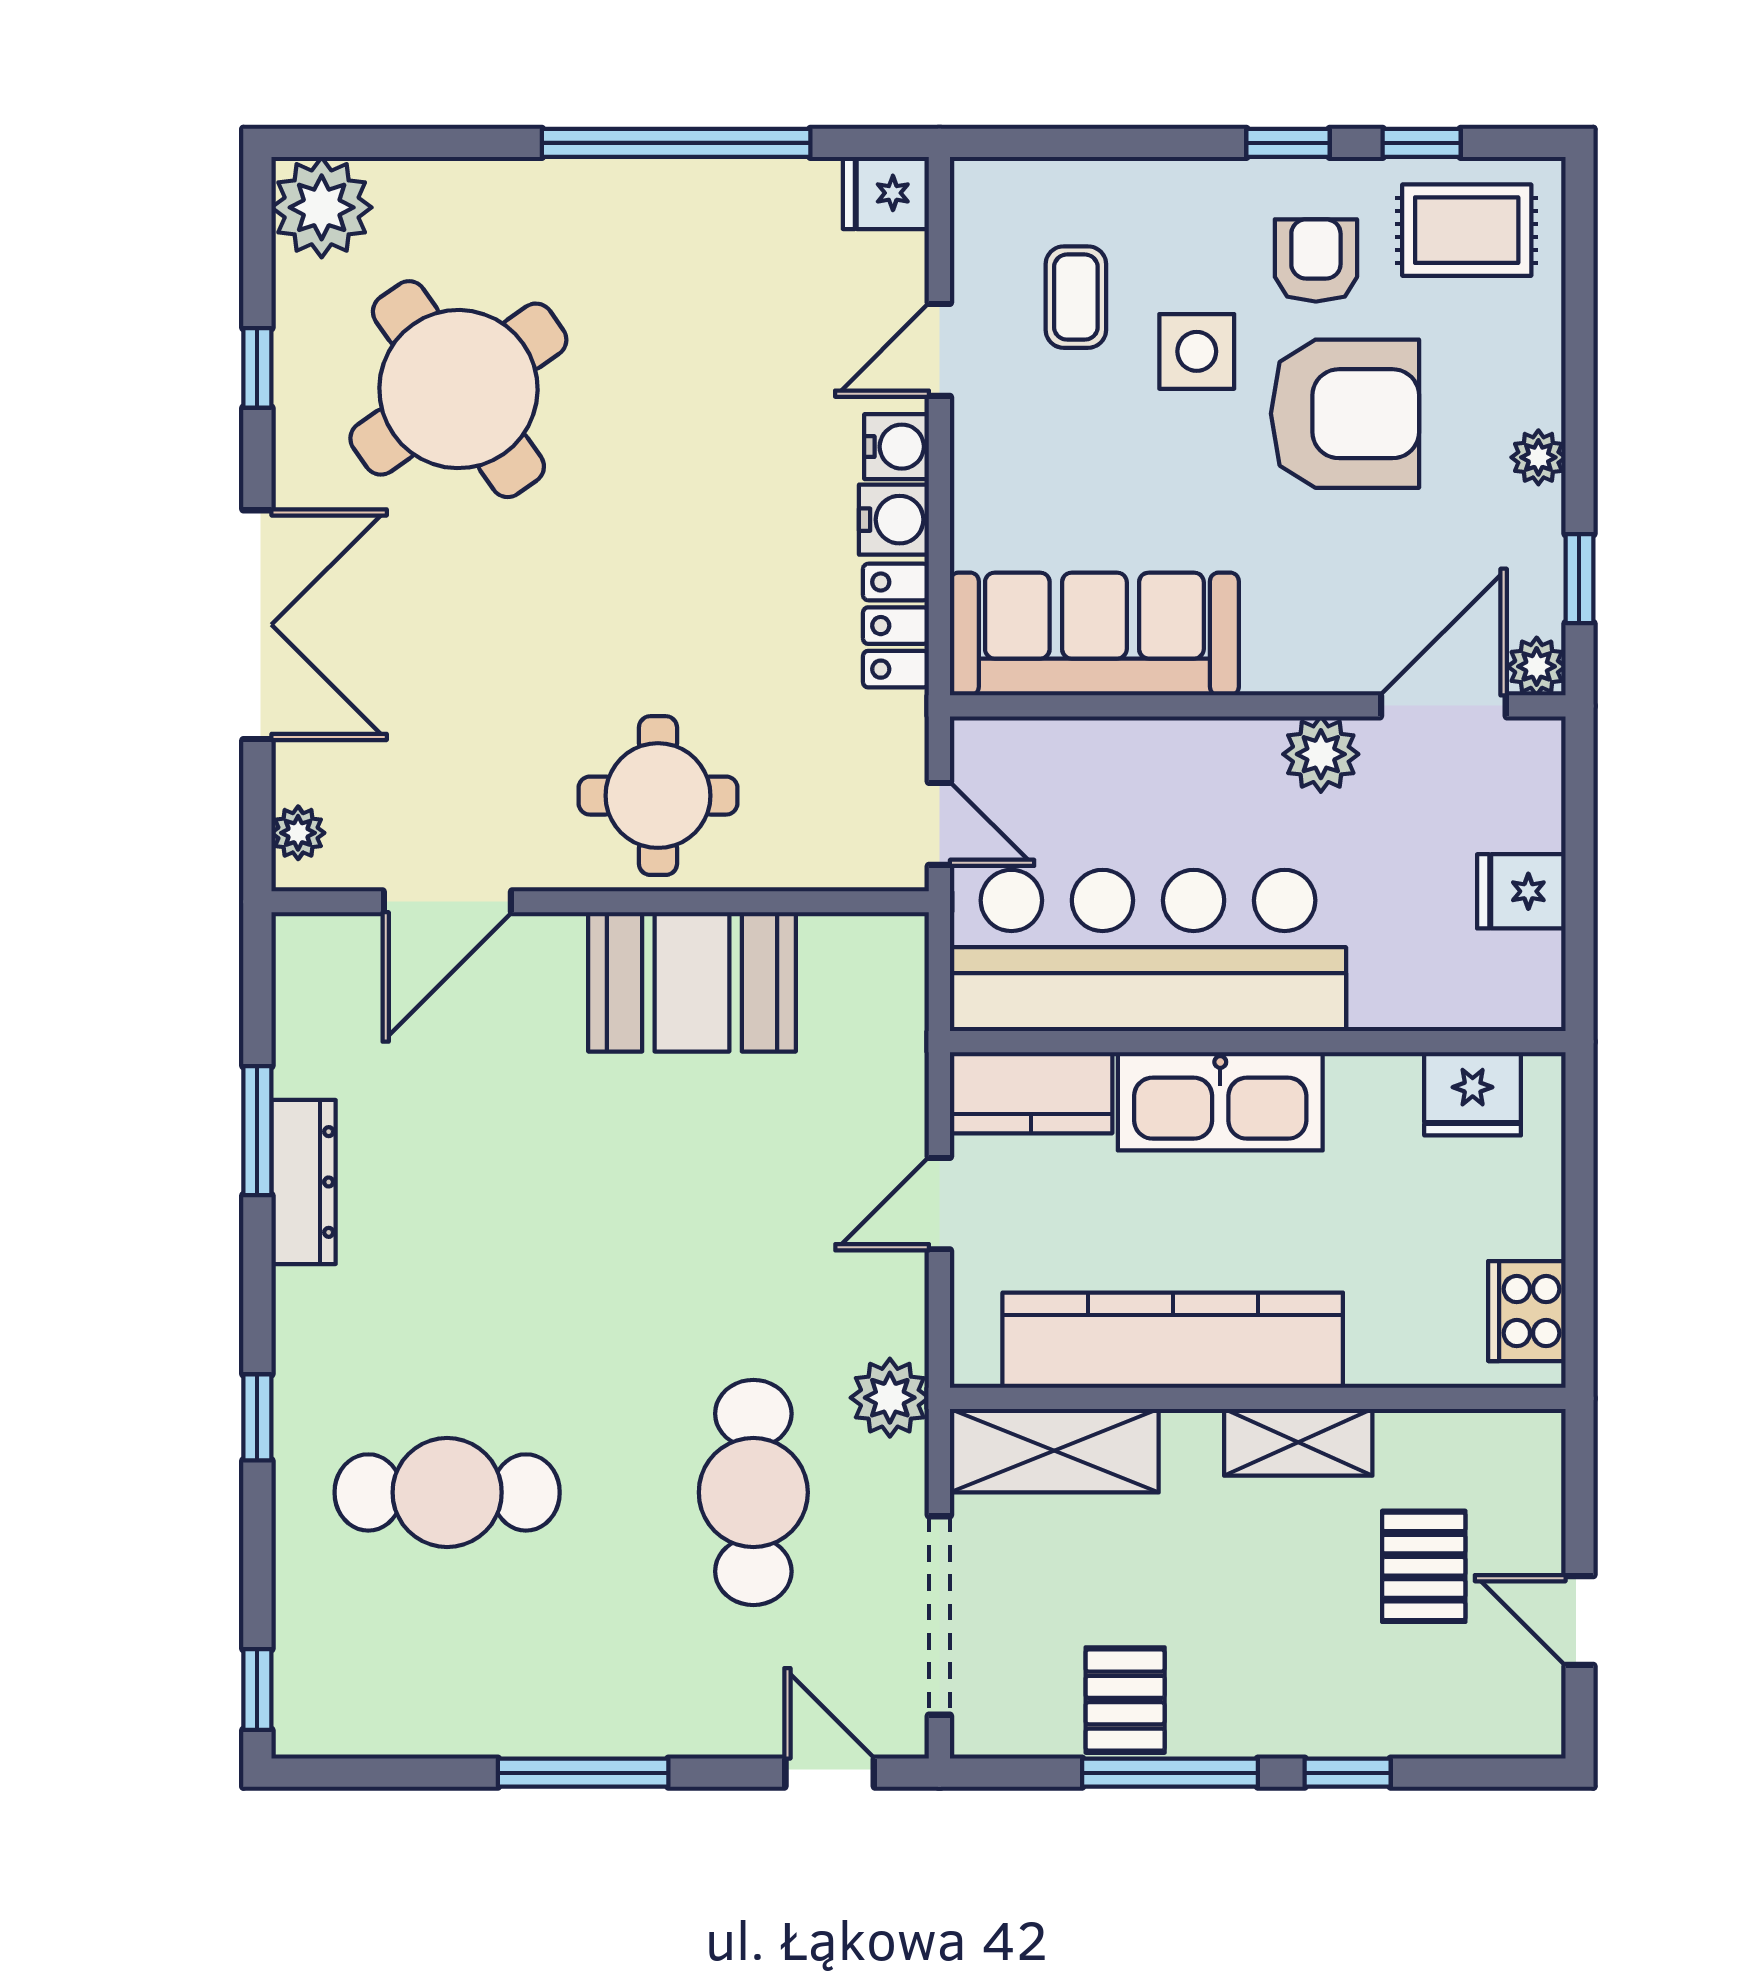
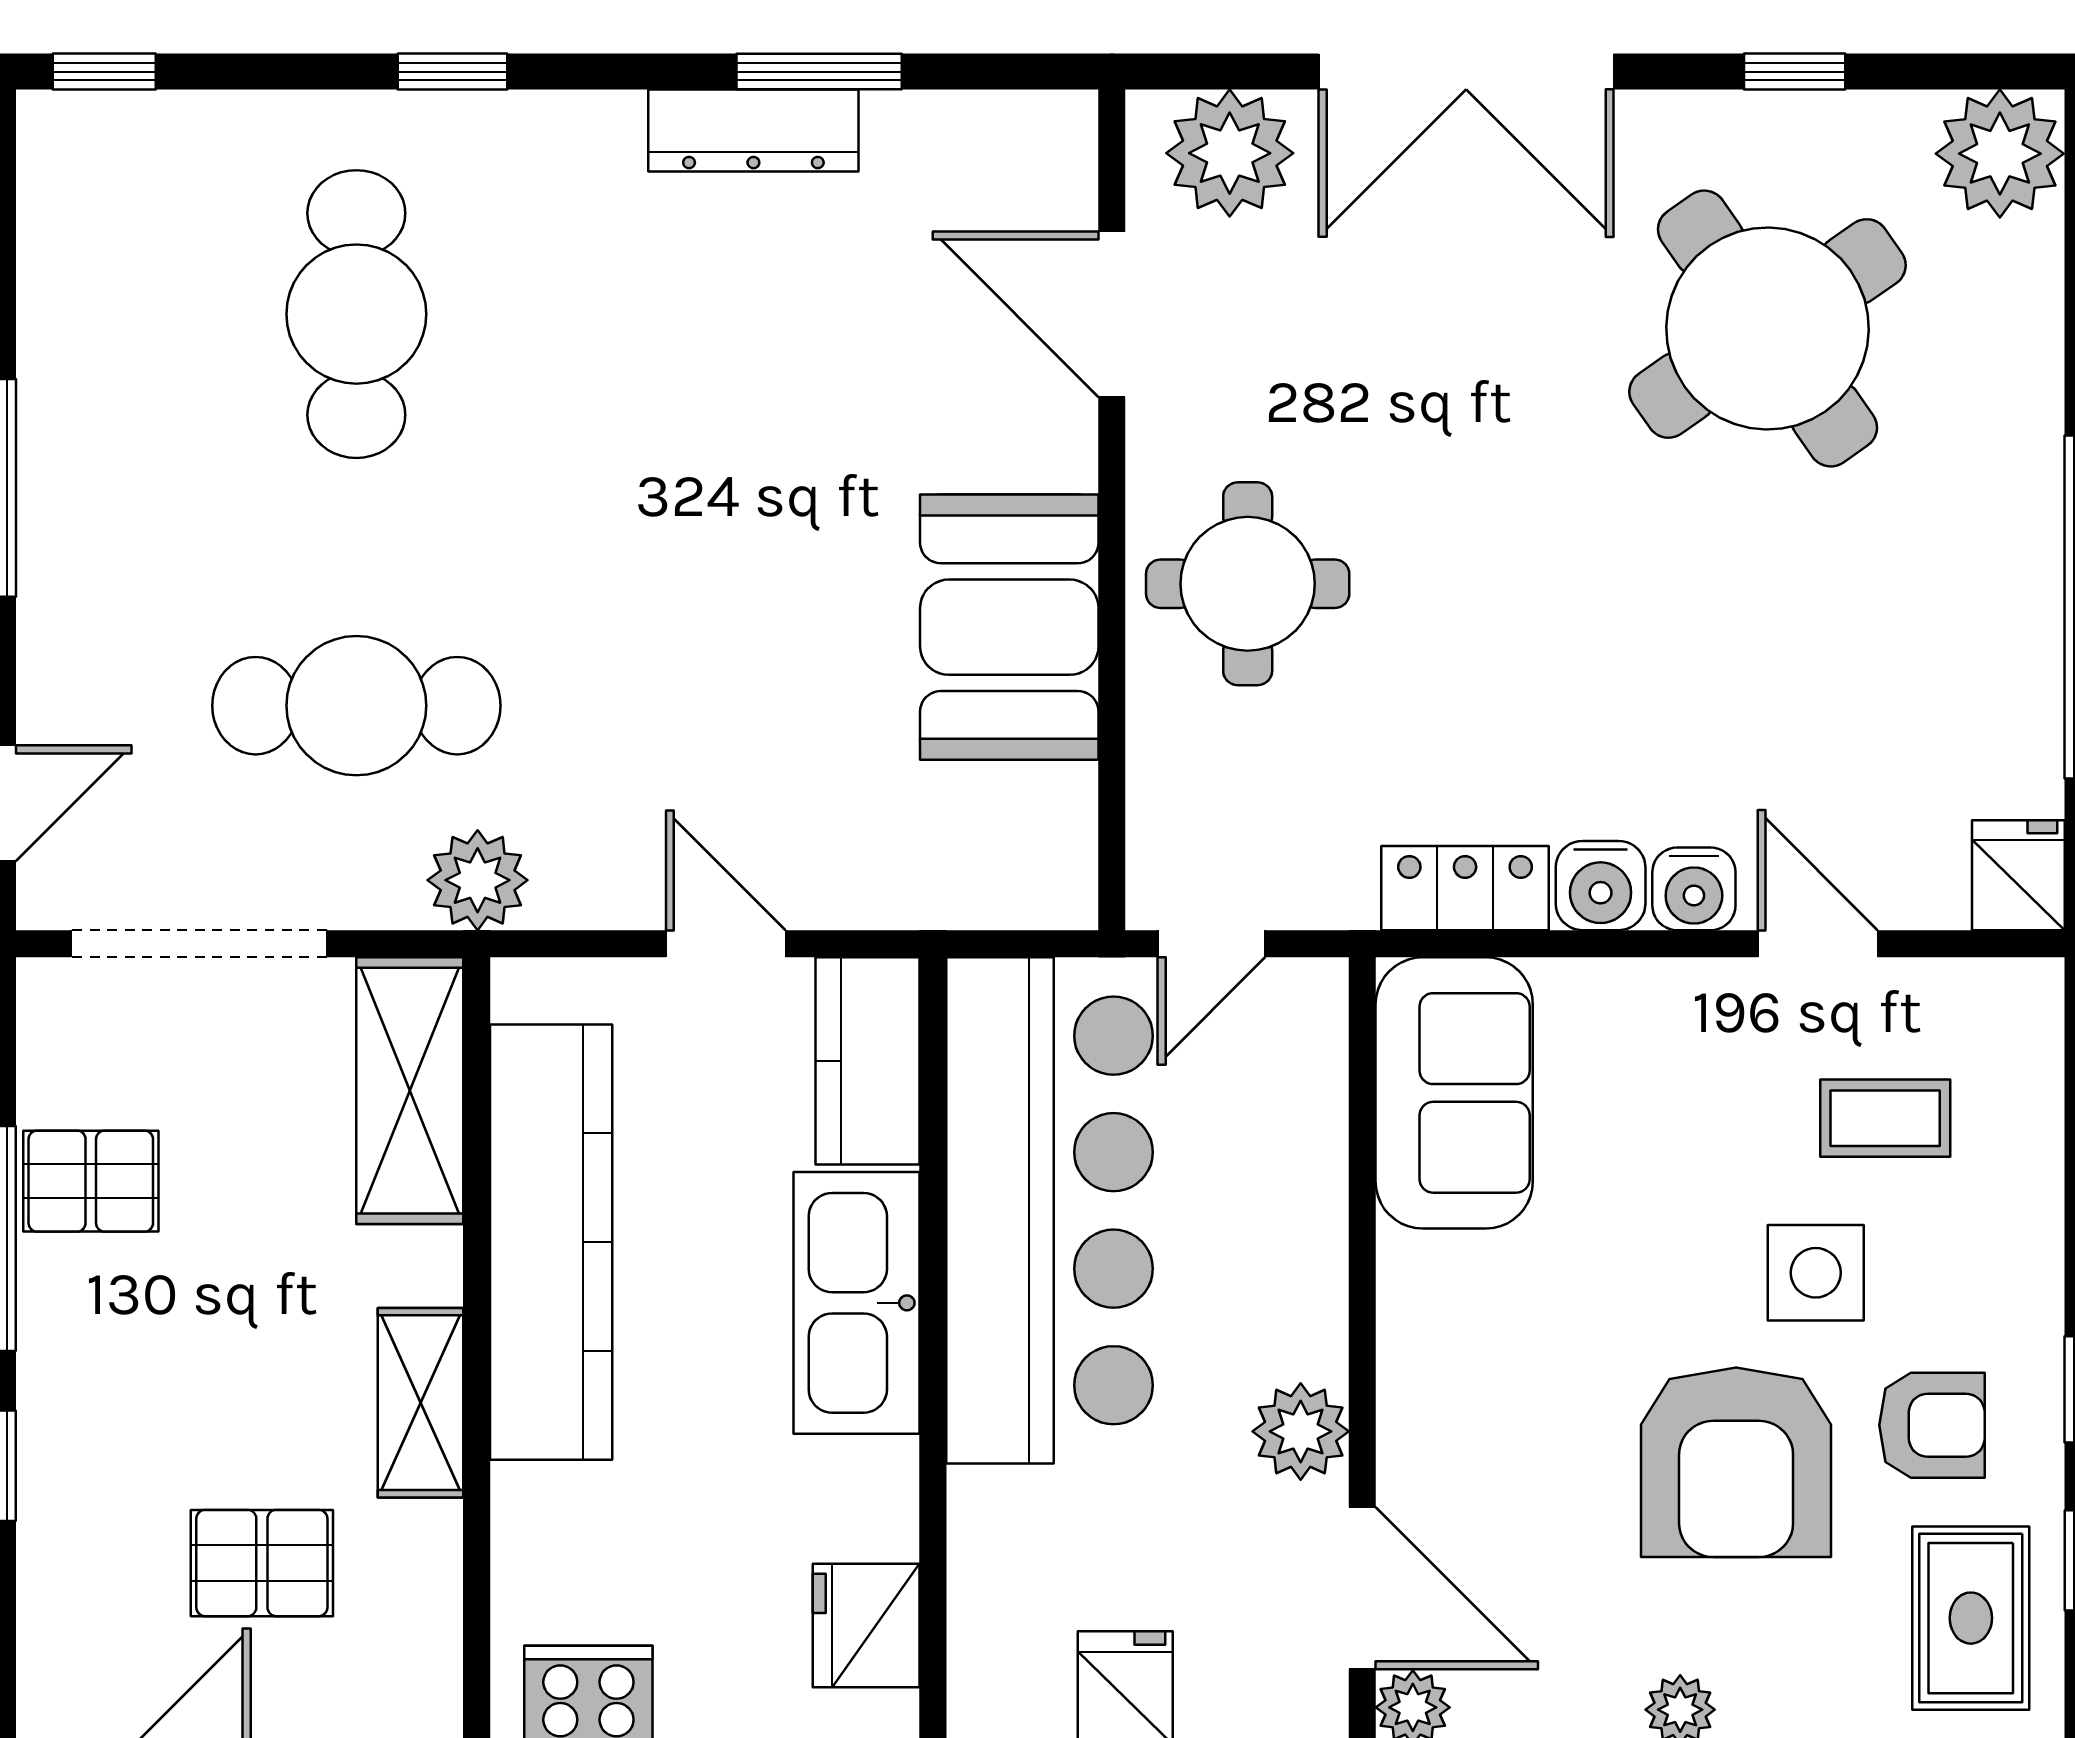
sofa: (1094, 634) -> (1454, 1093), width x0.73
plant: (298, 833) -> (1230, 153), width x1.88, depth x1.88

